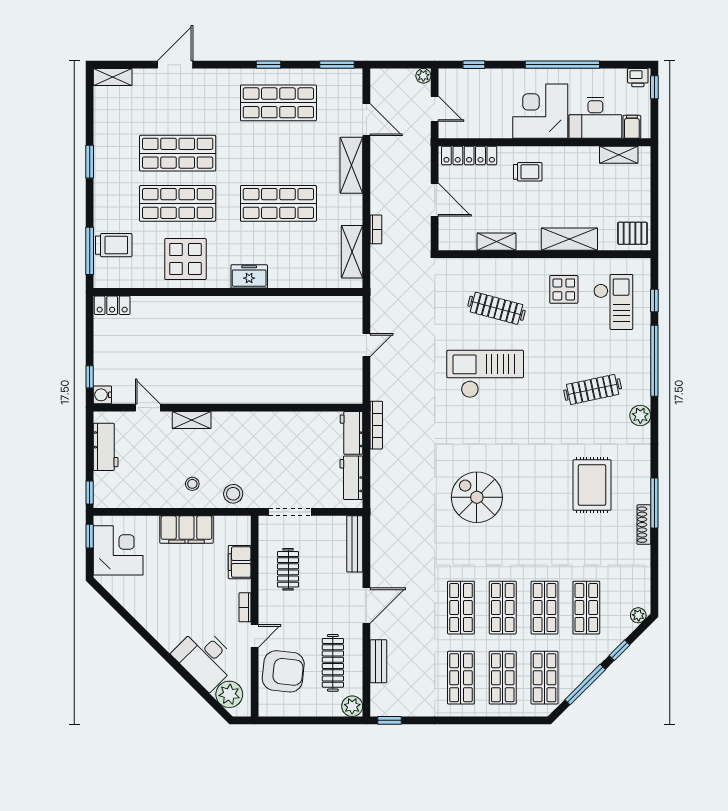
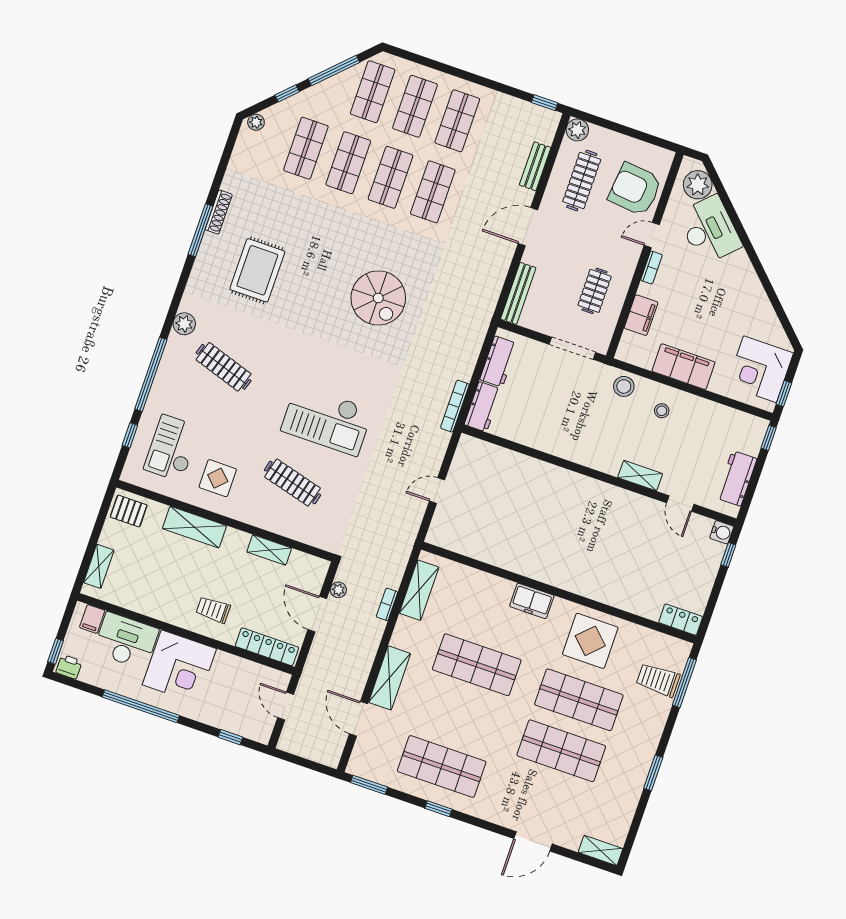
plant: (423, 76) -> (338, 590), moved
shelving: (619, 155) -> (99, 566), moved, turned 90
clothes rail: (593, 389) -> (224, 367), turned 30

